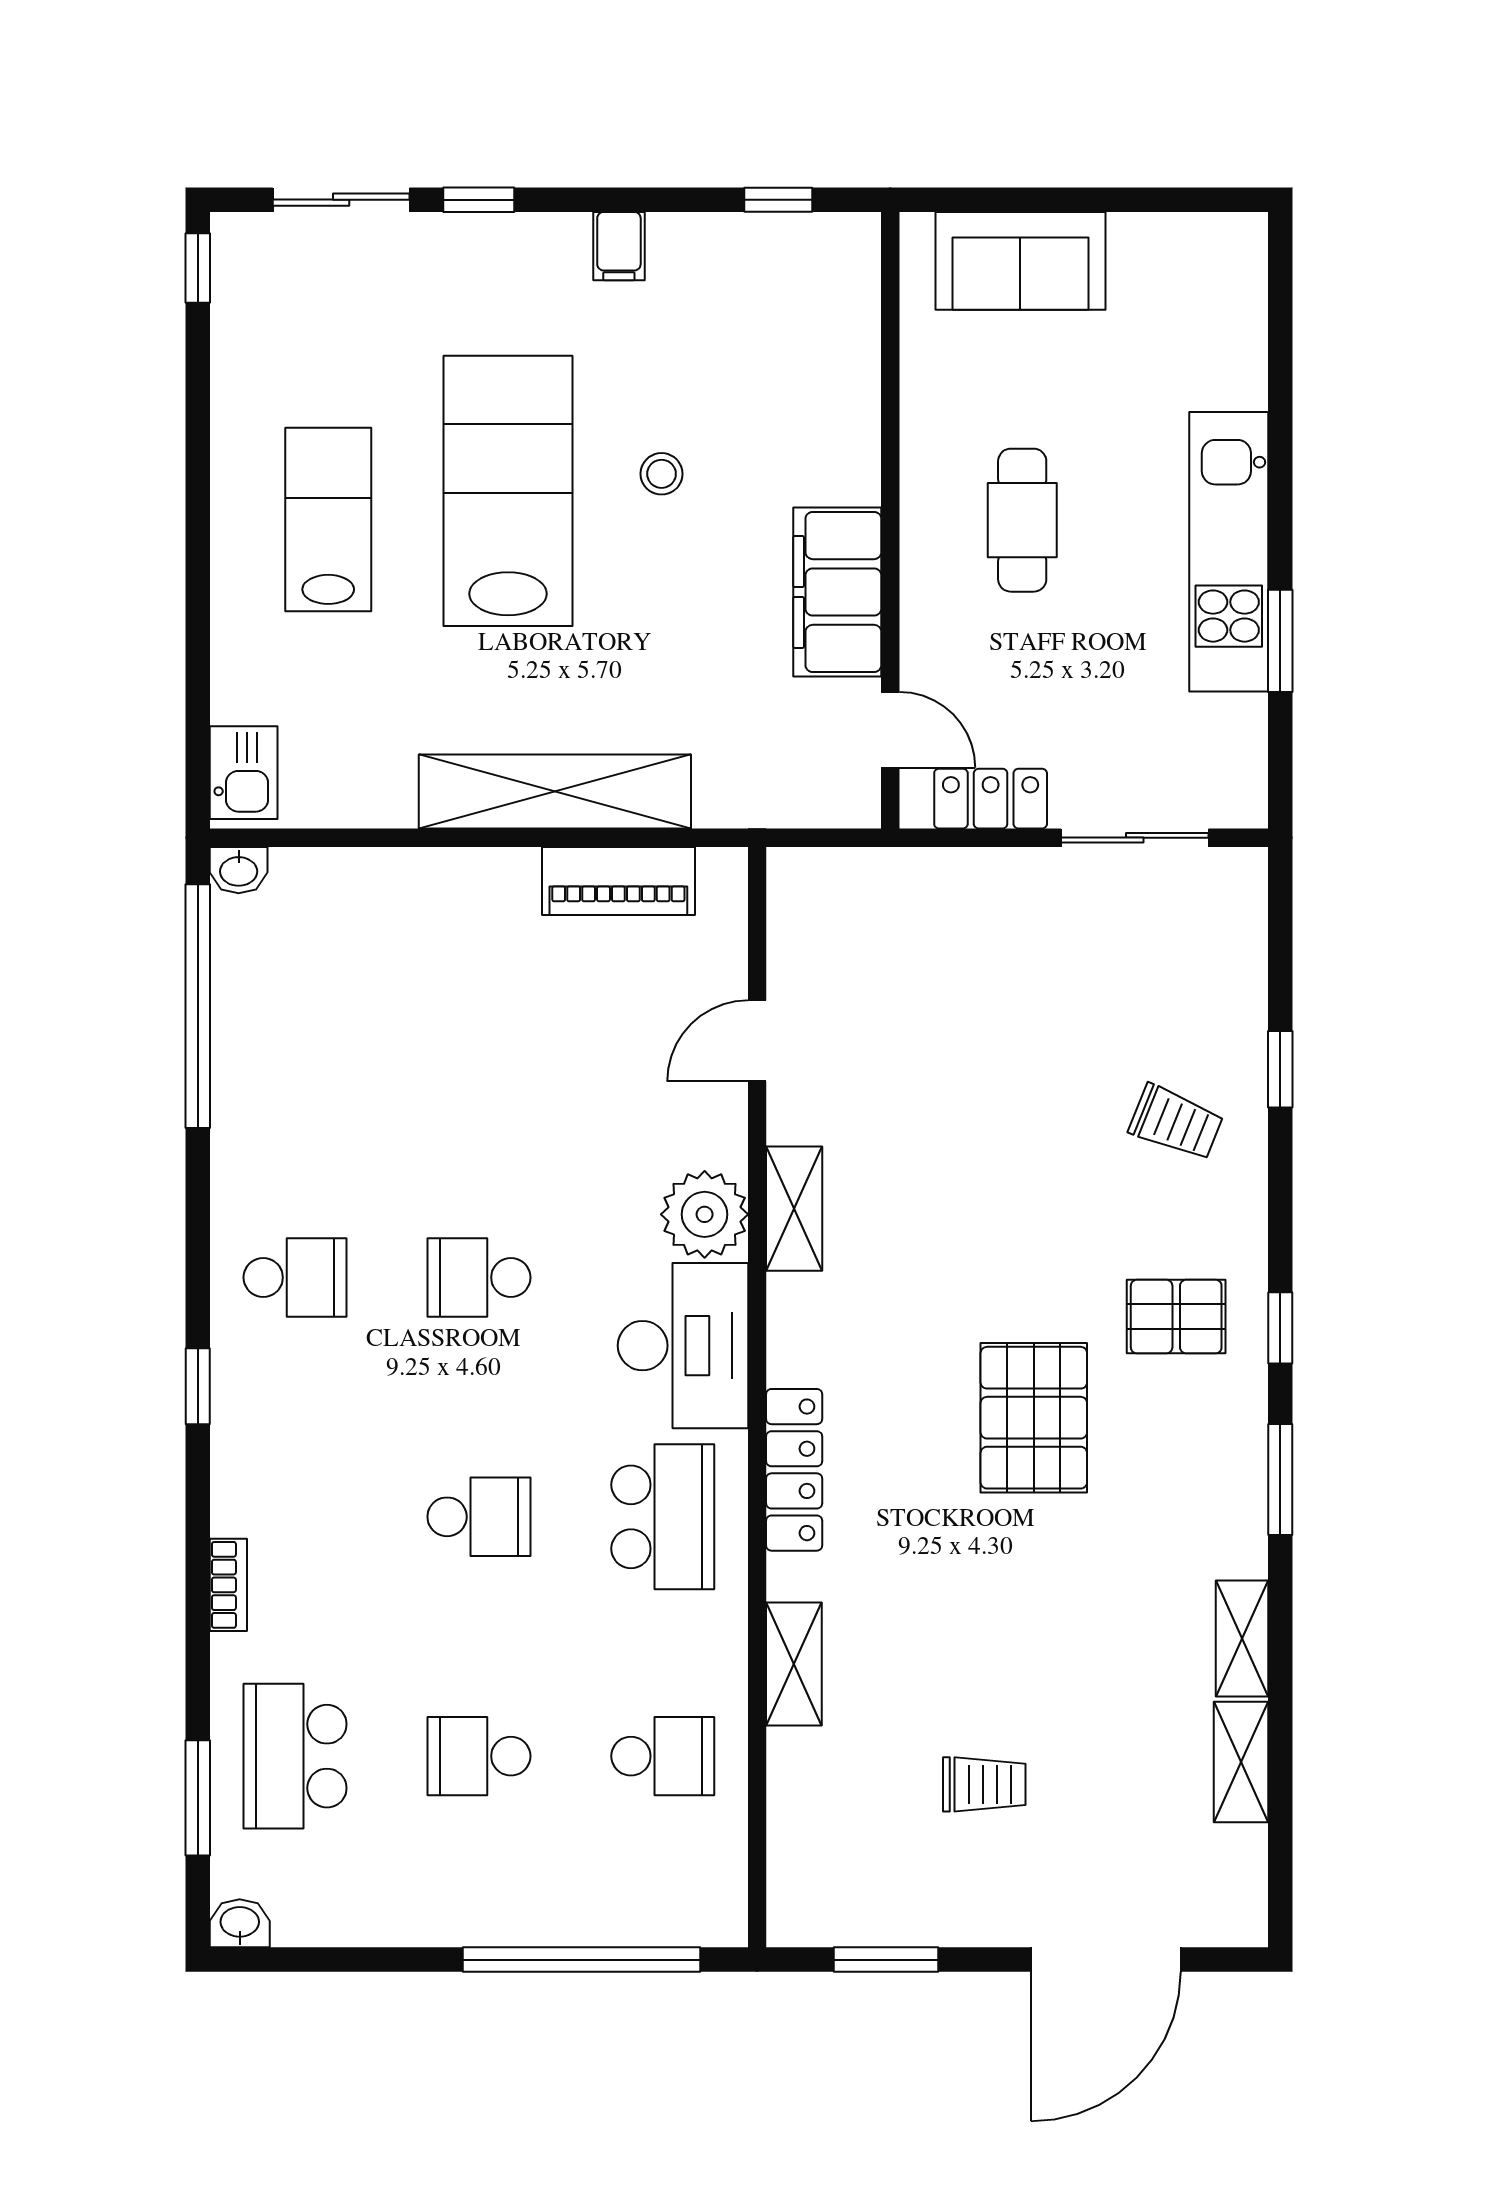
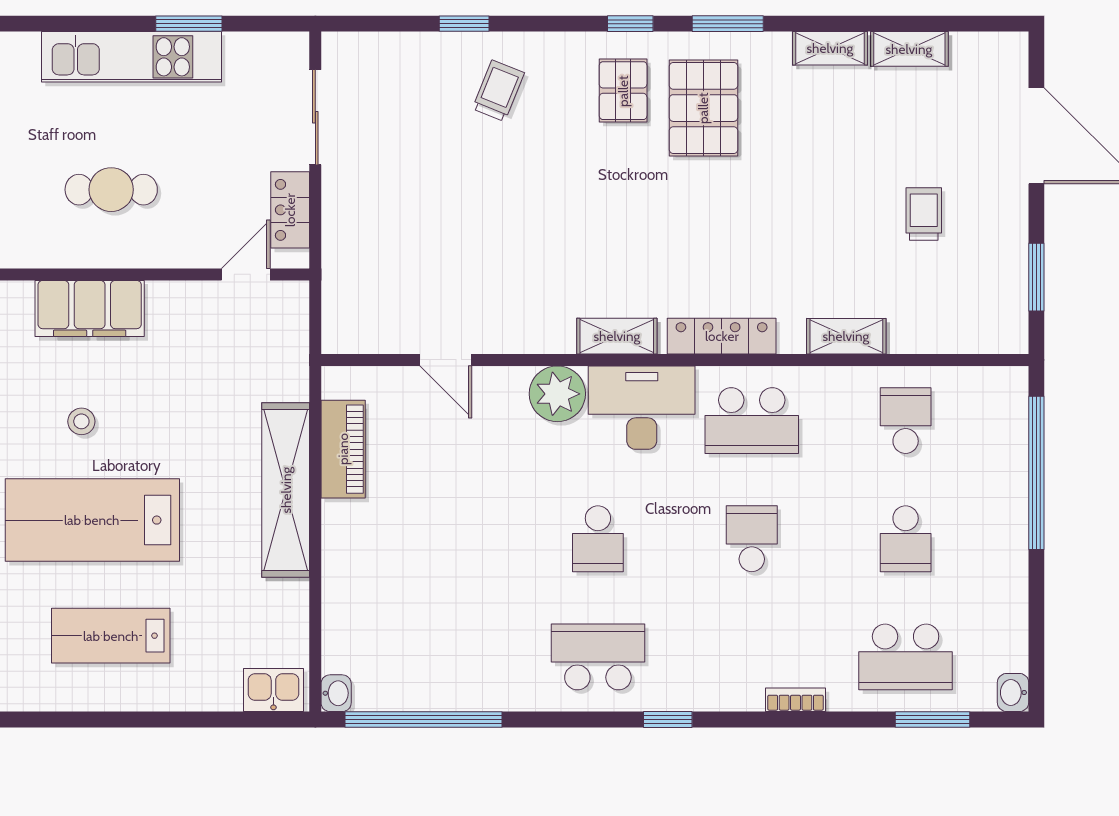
filing cabinet: (837, 592) -> (90, 308), moved
shelving: (794, 1209) -> (617, 336), moved
school desk: (295, 1277) -> (598, 657), width x1.85
pallet: (1034, 1418) -> (703, 108), moved, turned 90
school desk: (663, 1517) -> (752, 421), turned 180

